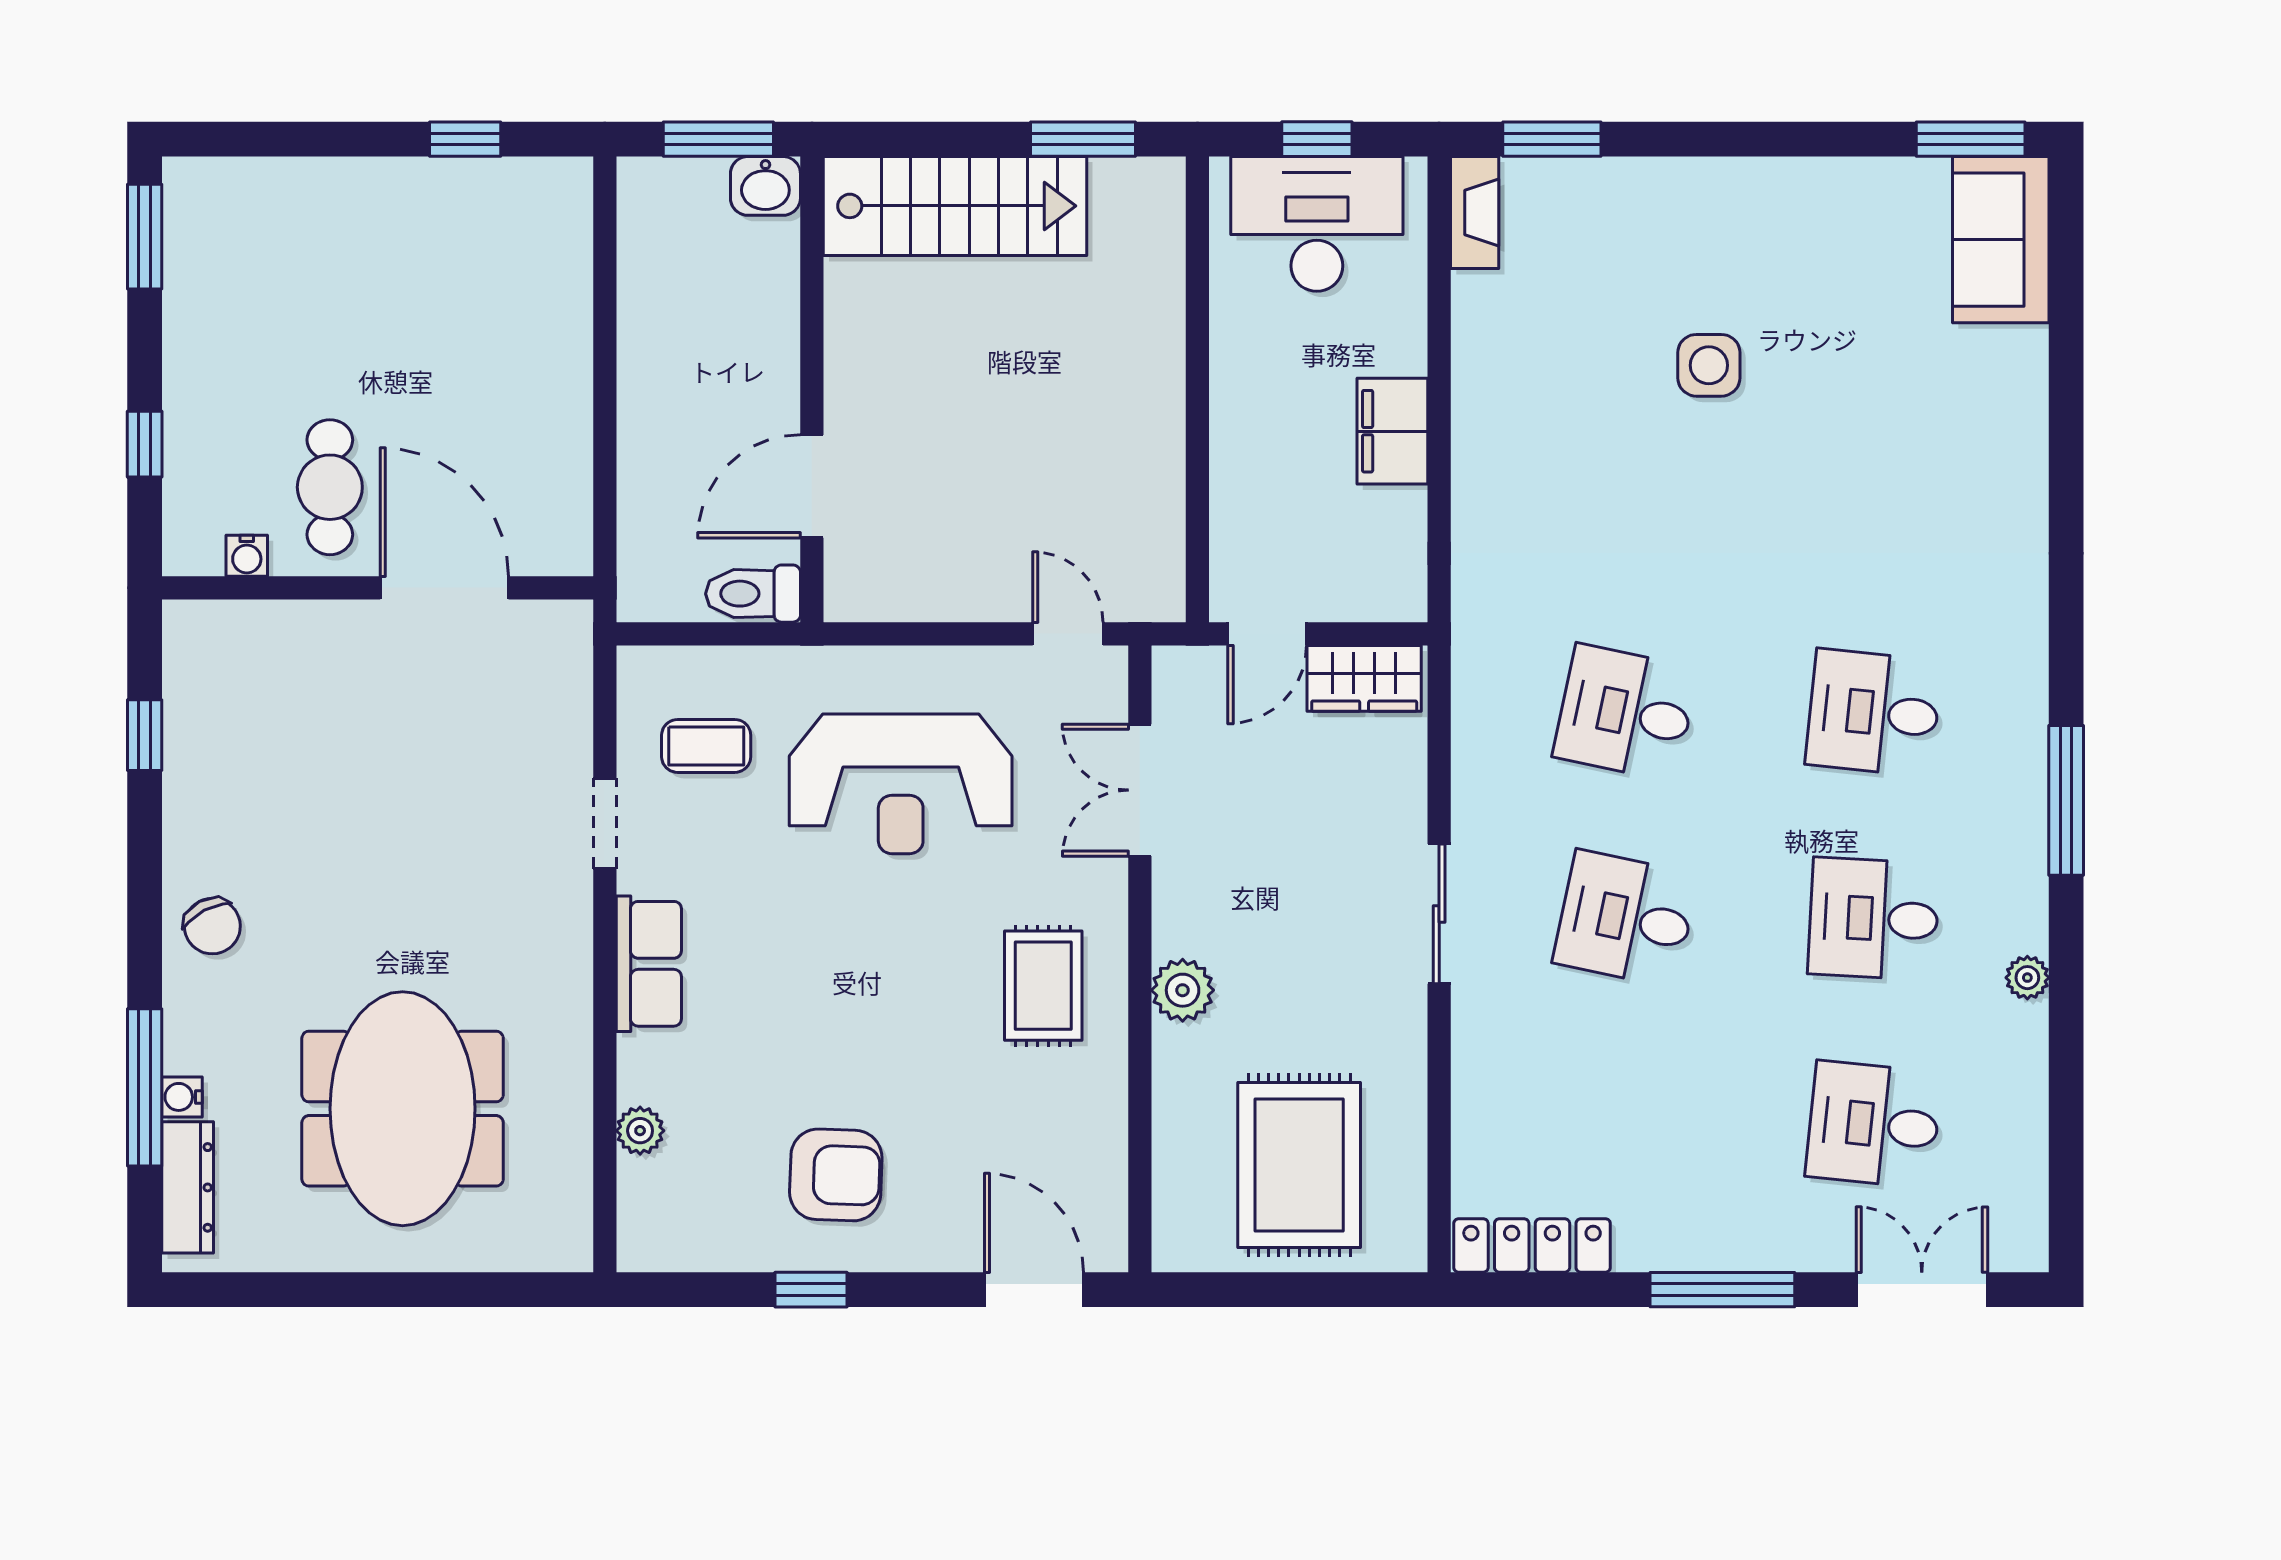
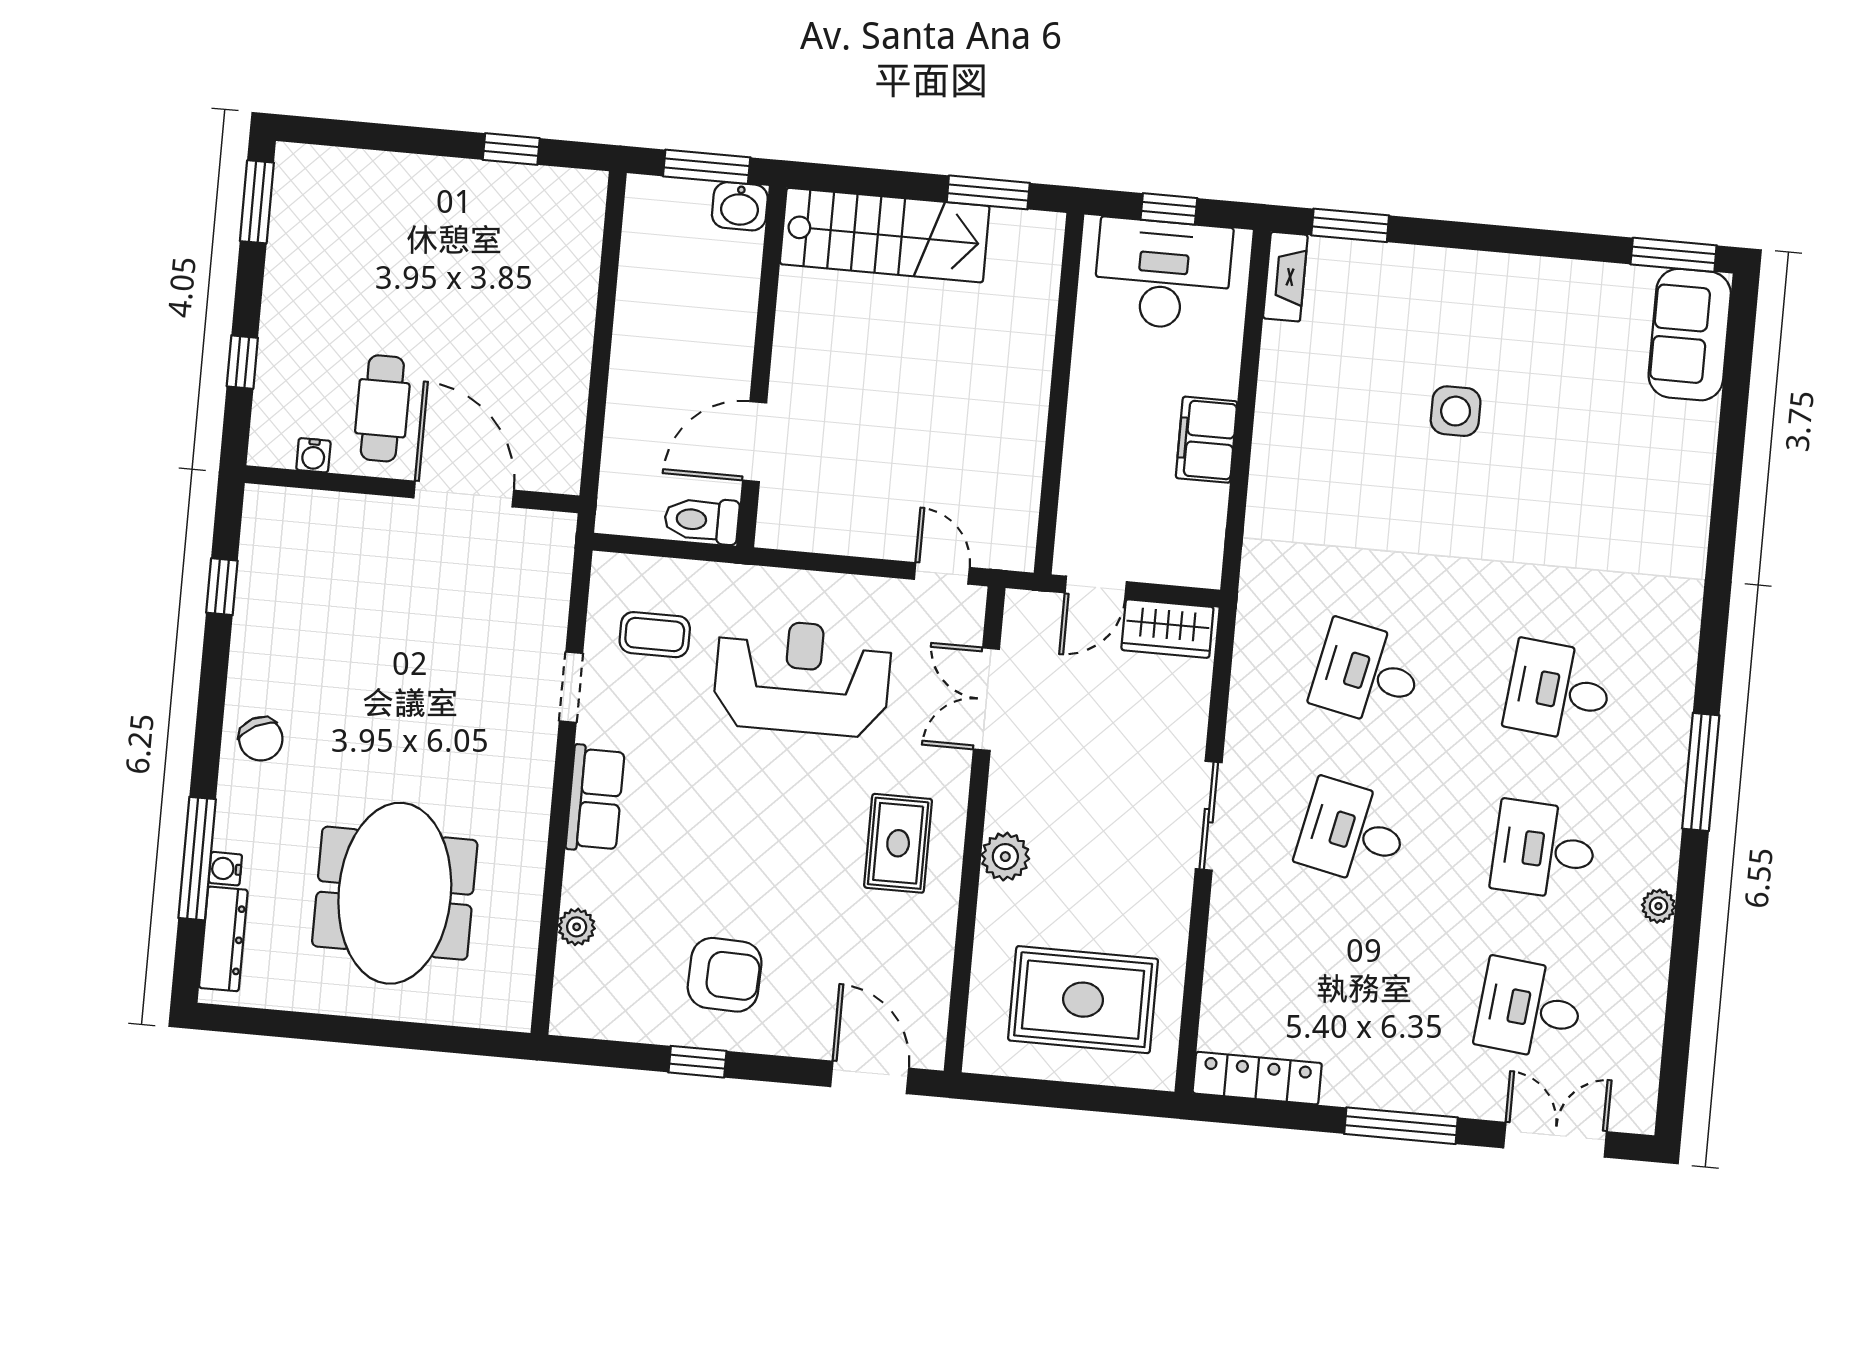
reception desk: (901, 784) -> (802, 677), turned 180
rug: (1299, 1165) -> (1083, 1000), turned 90

